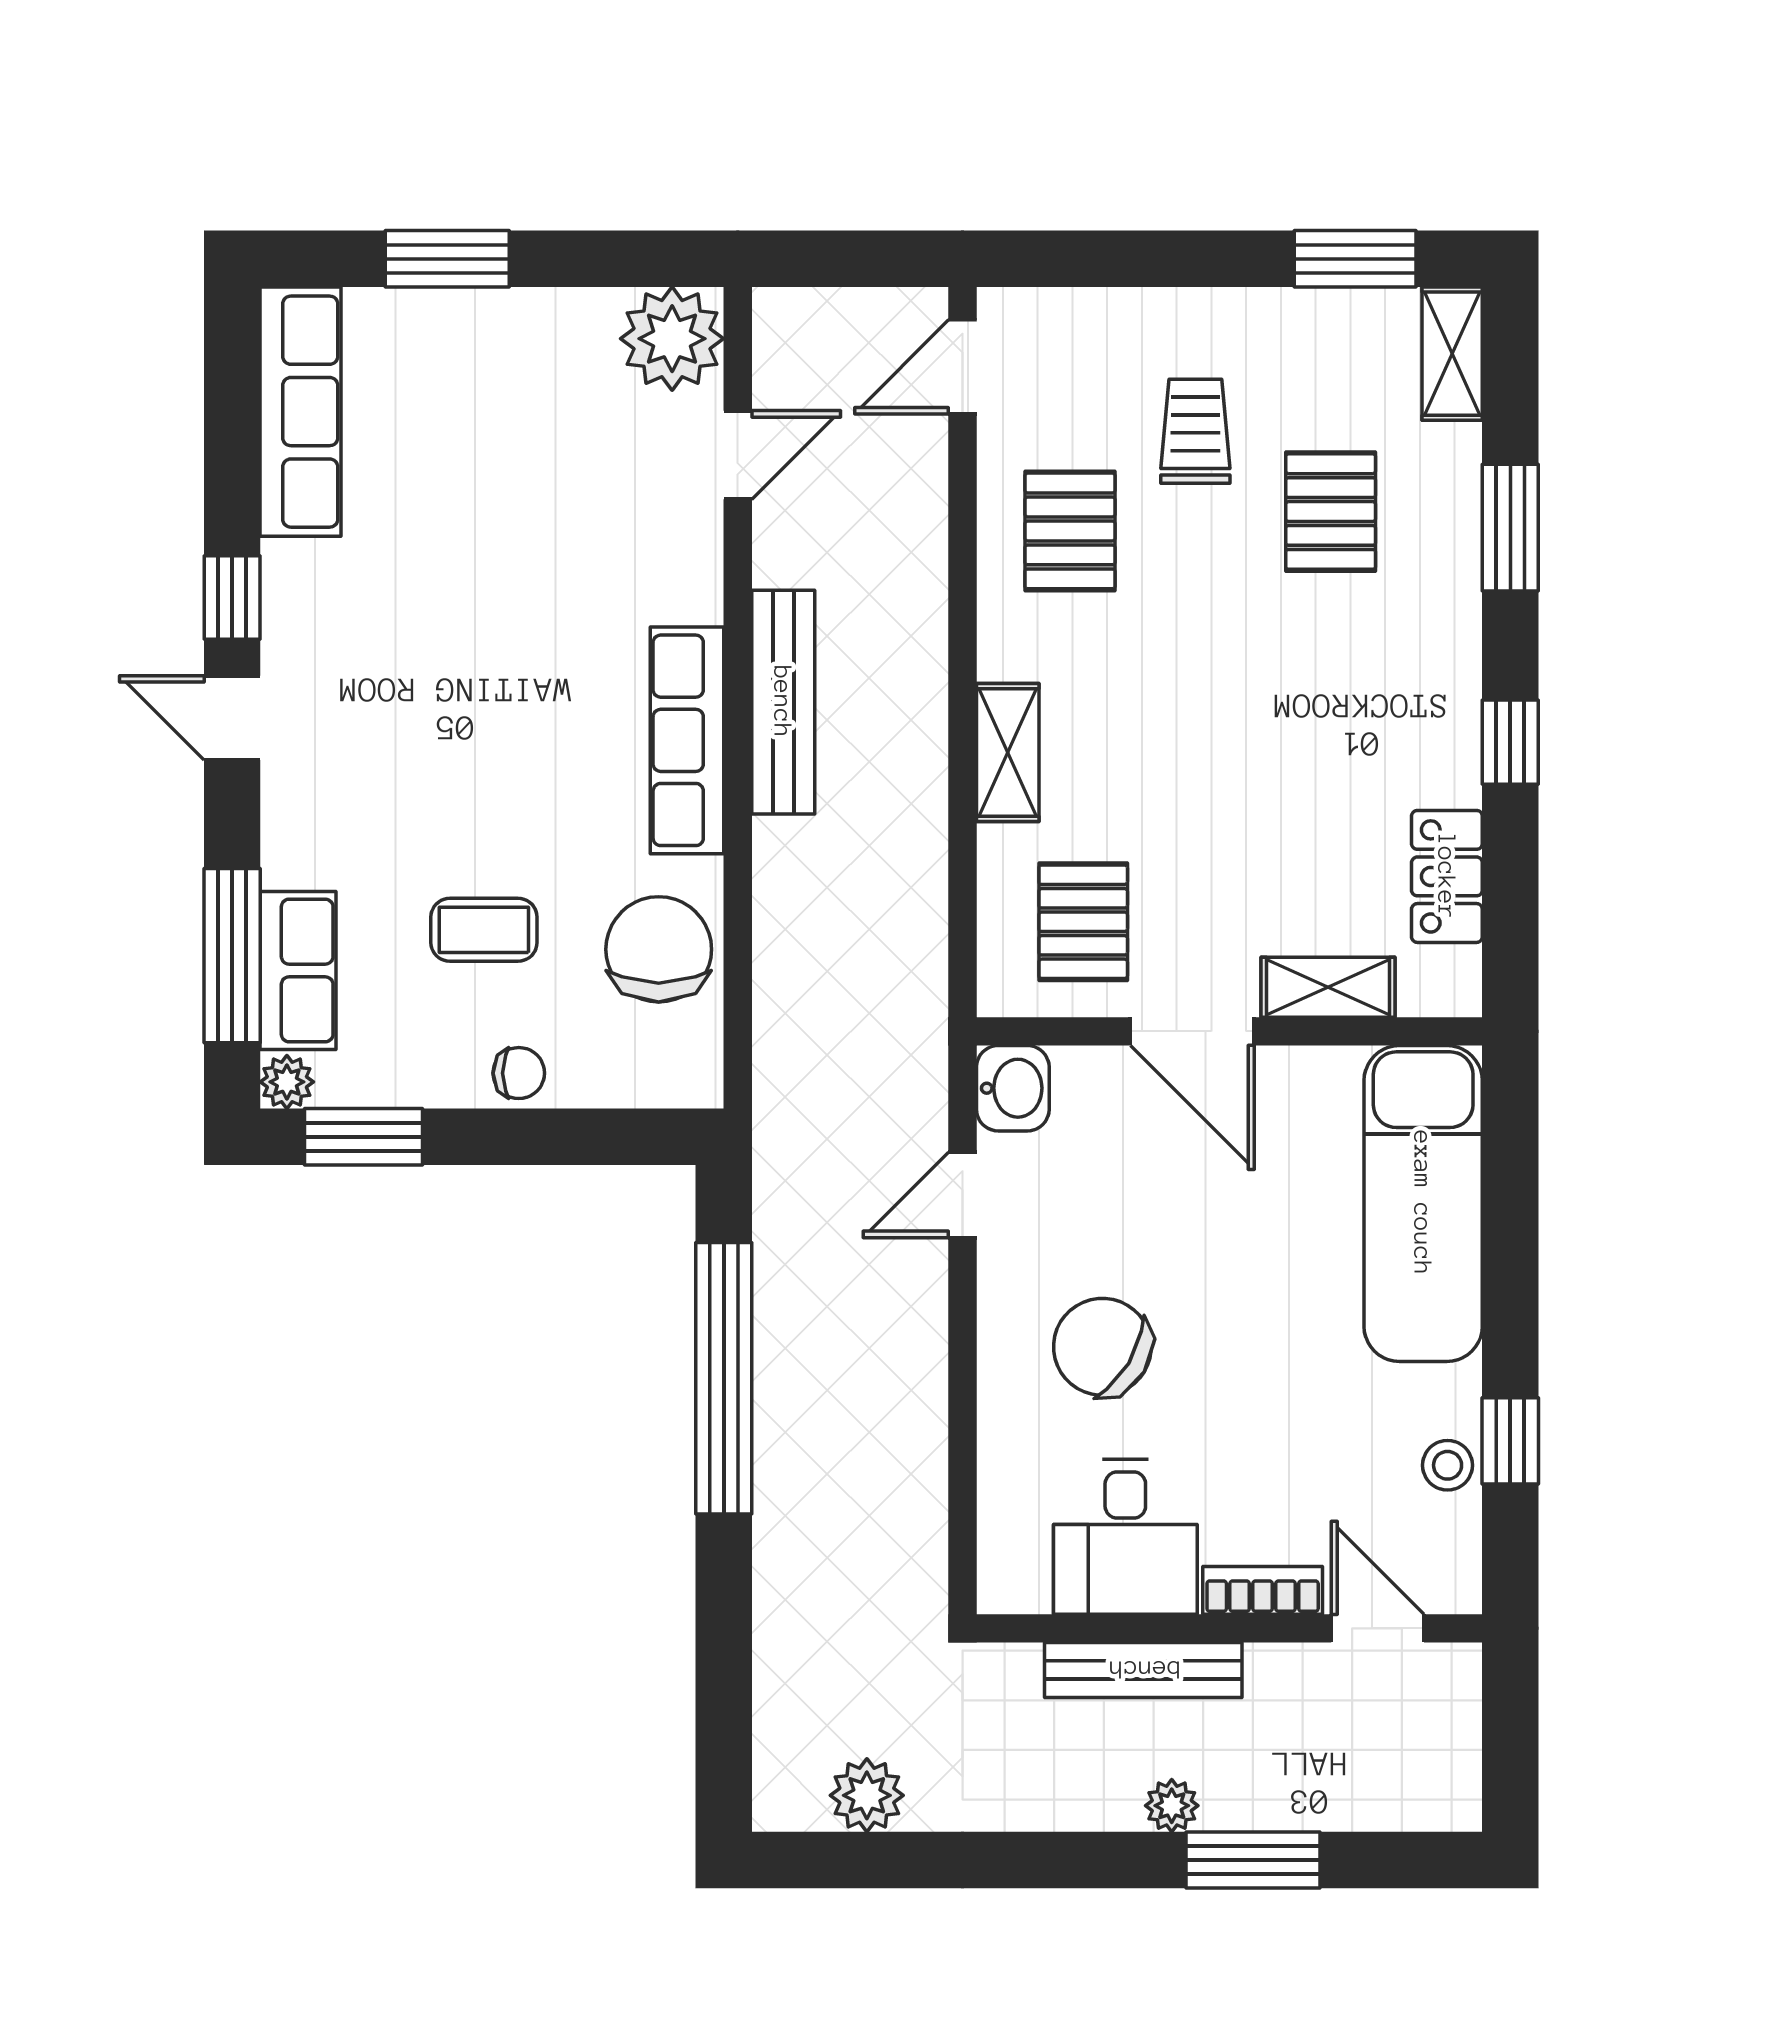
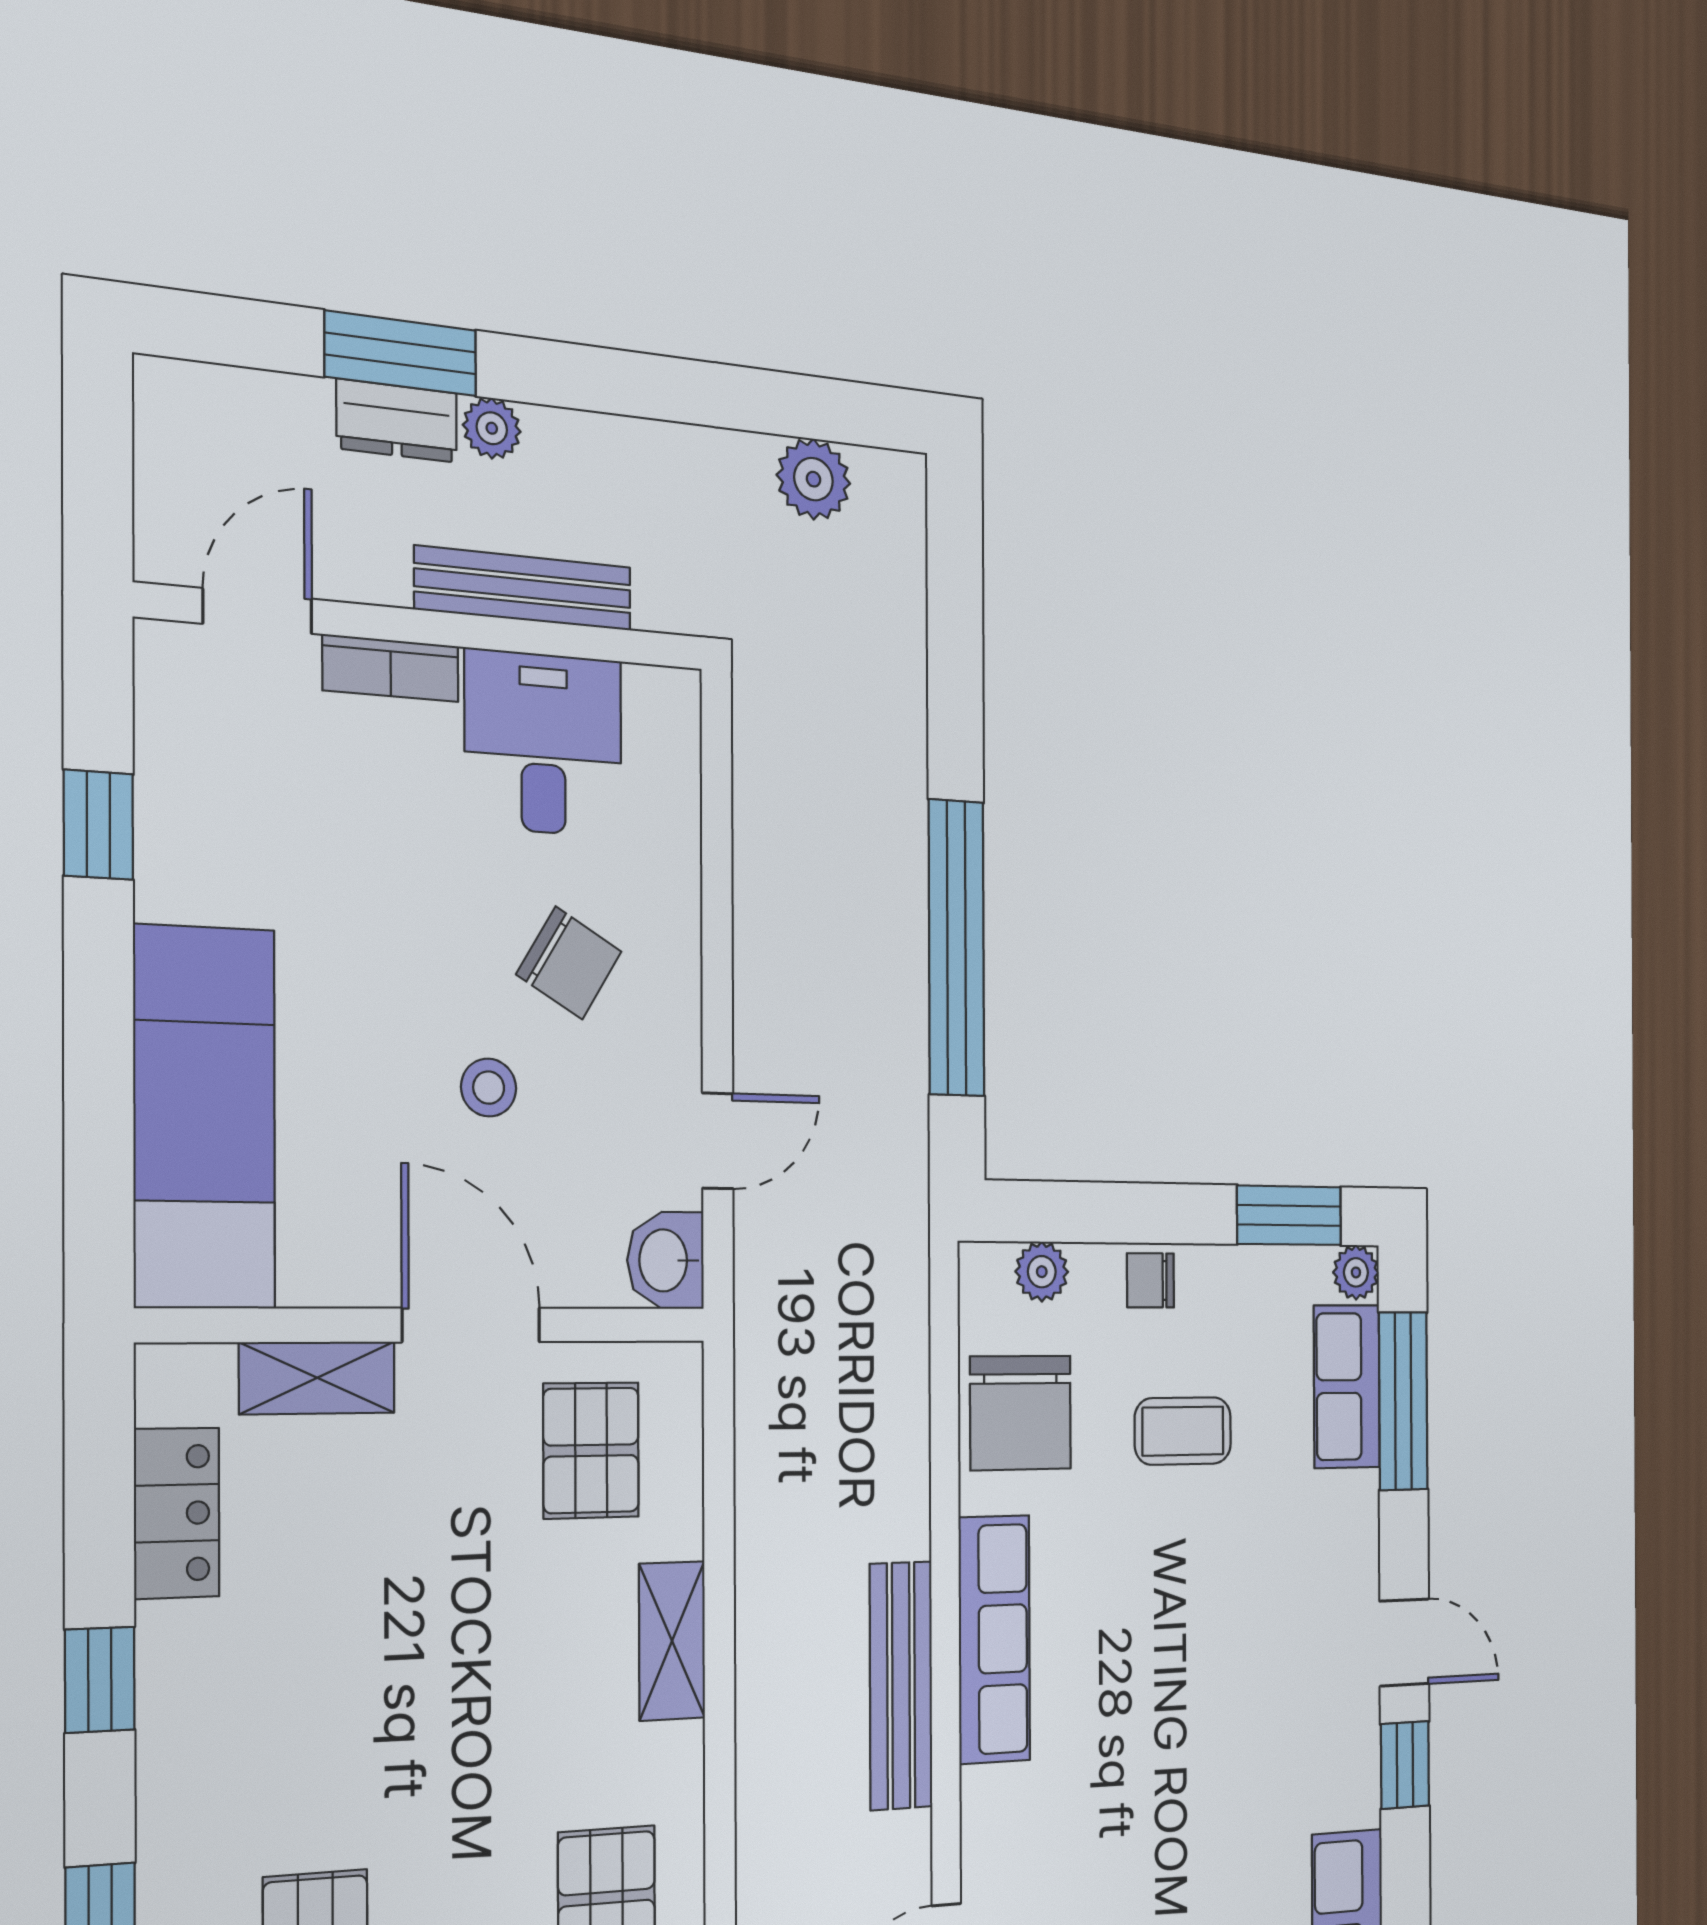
plant: (636, 1081) -> (1042, 1272), added
chair: (1102, 1347) -> (569, 963), width x0.73, depth x0.73
stool: (1448, 1465) -> (489, 1088), moved
door: (1378, 1628) -> (258, 611), swing flipped
dresser: (1257, 1802) -> (397, 421), added

